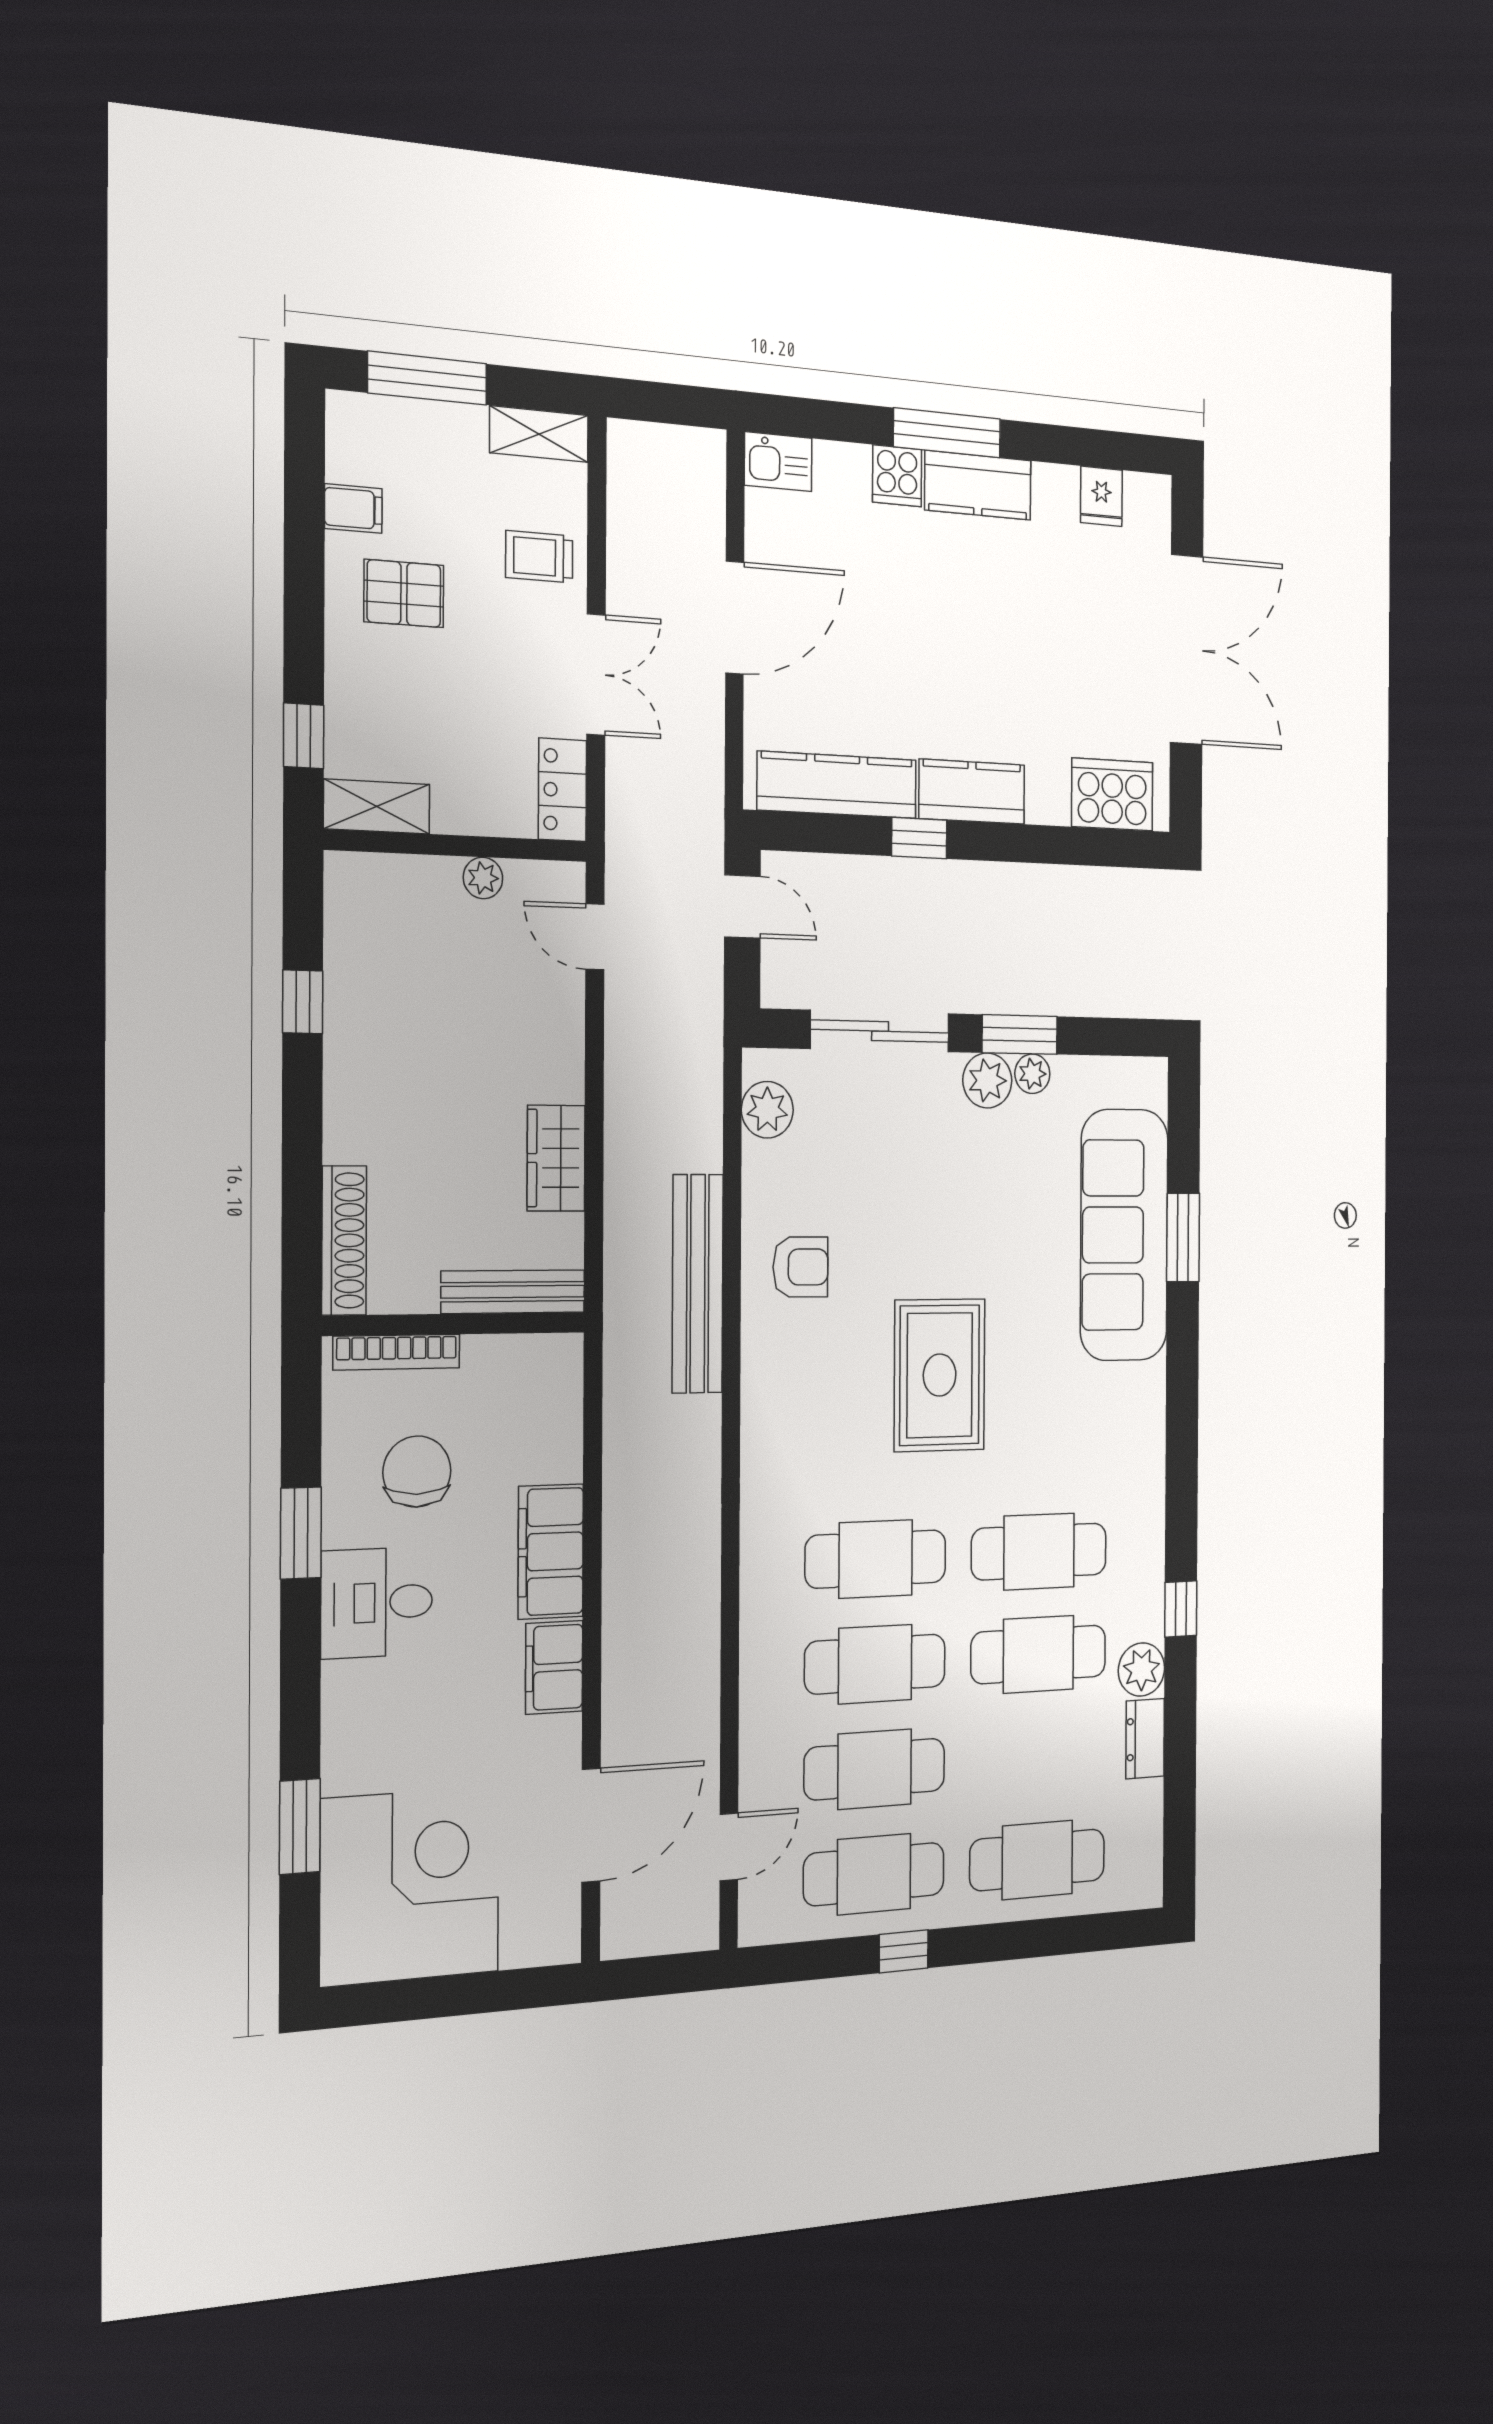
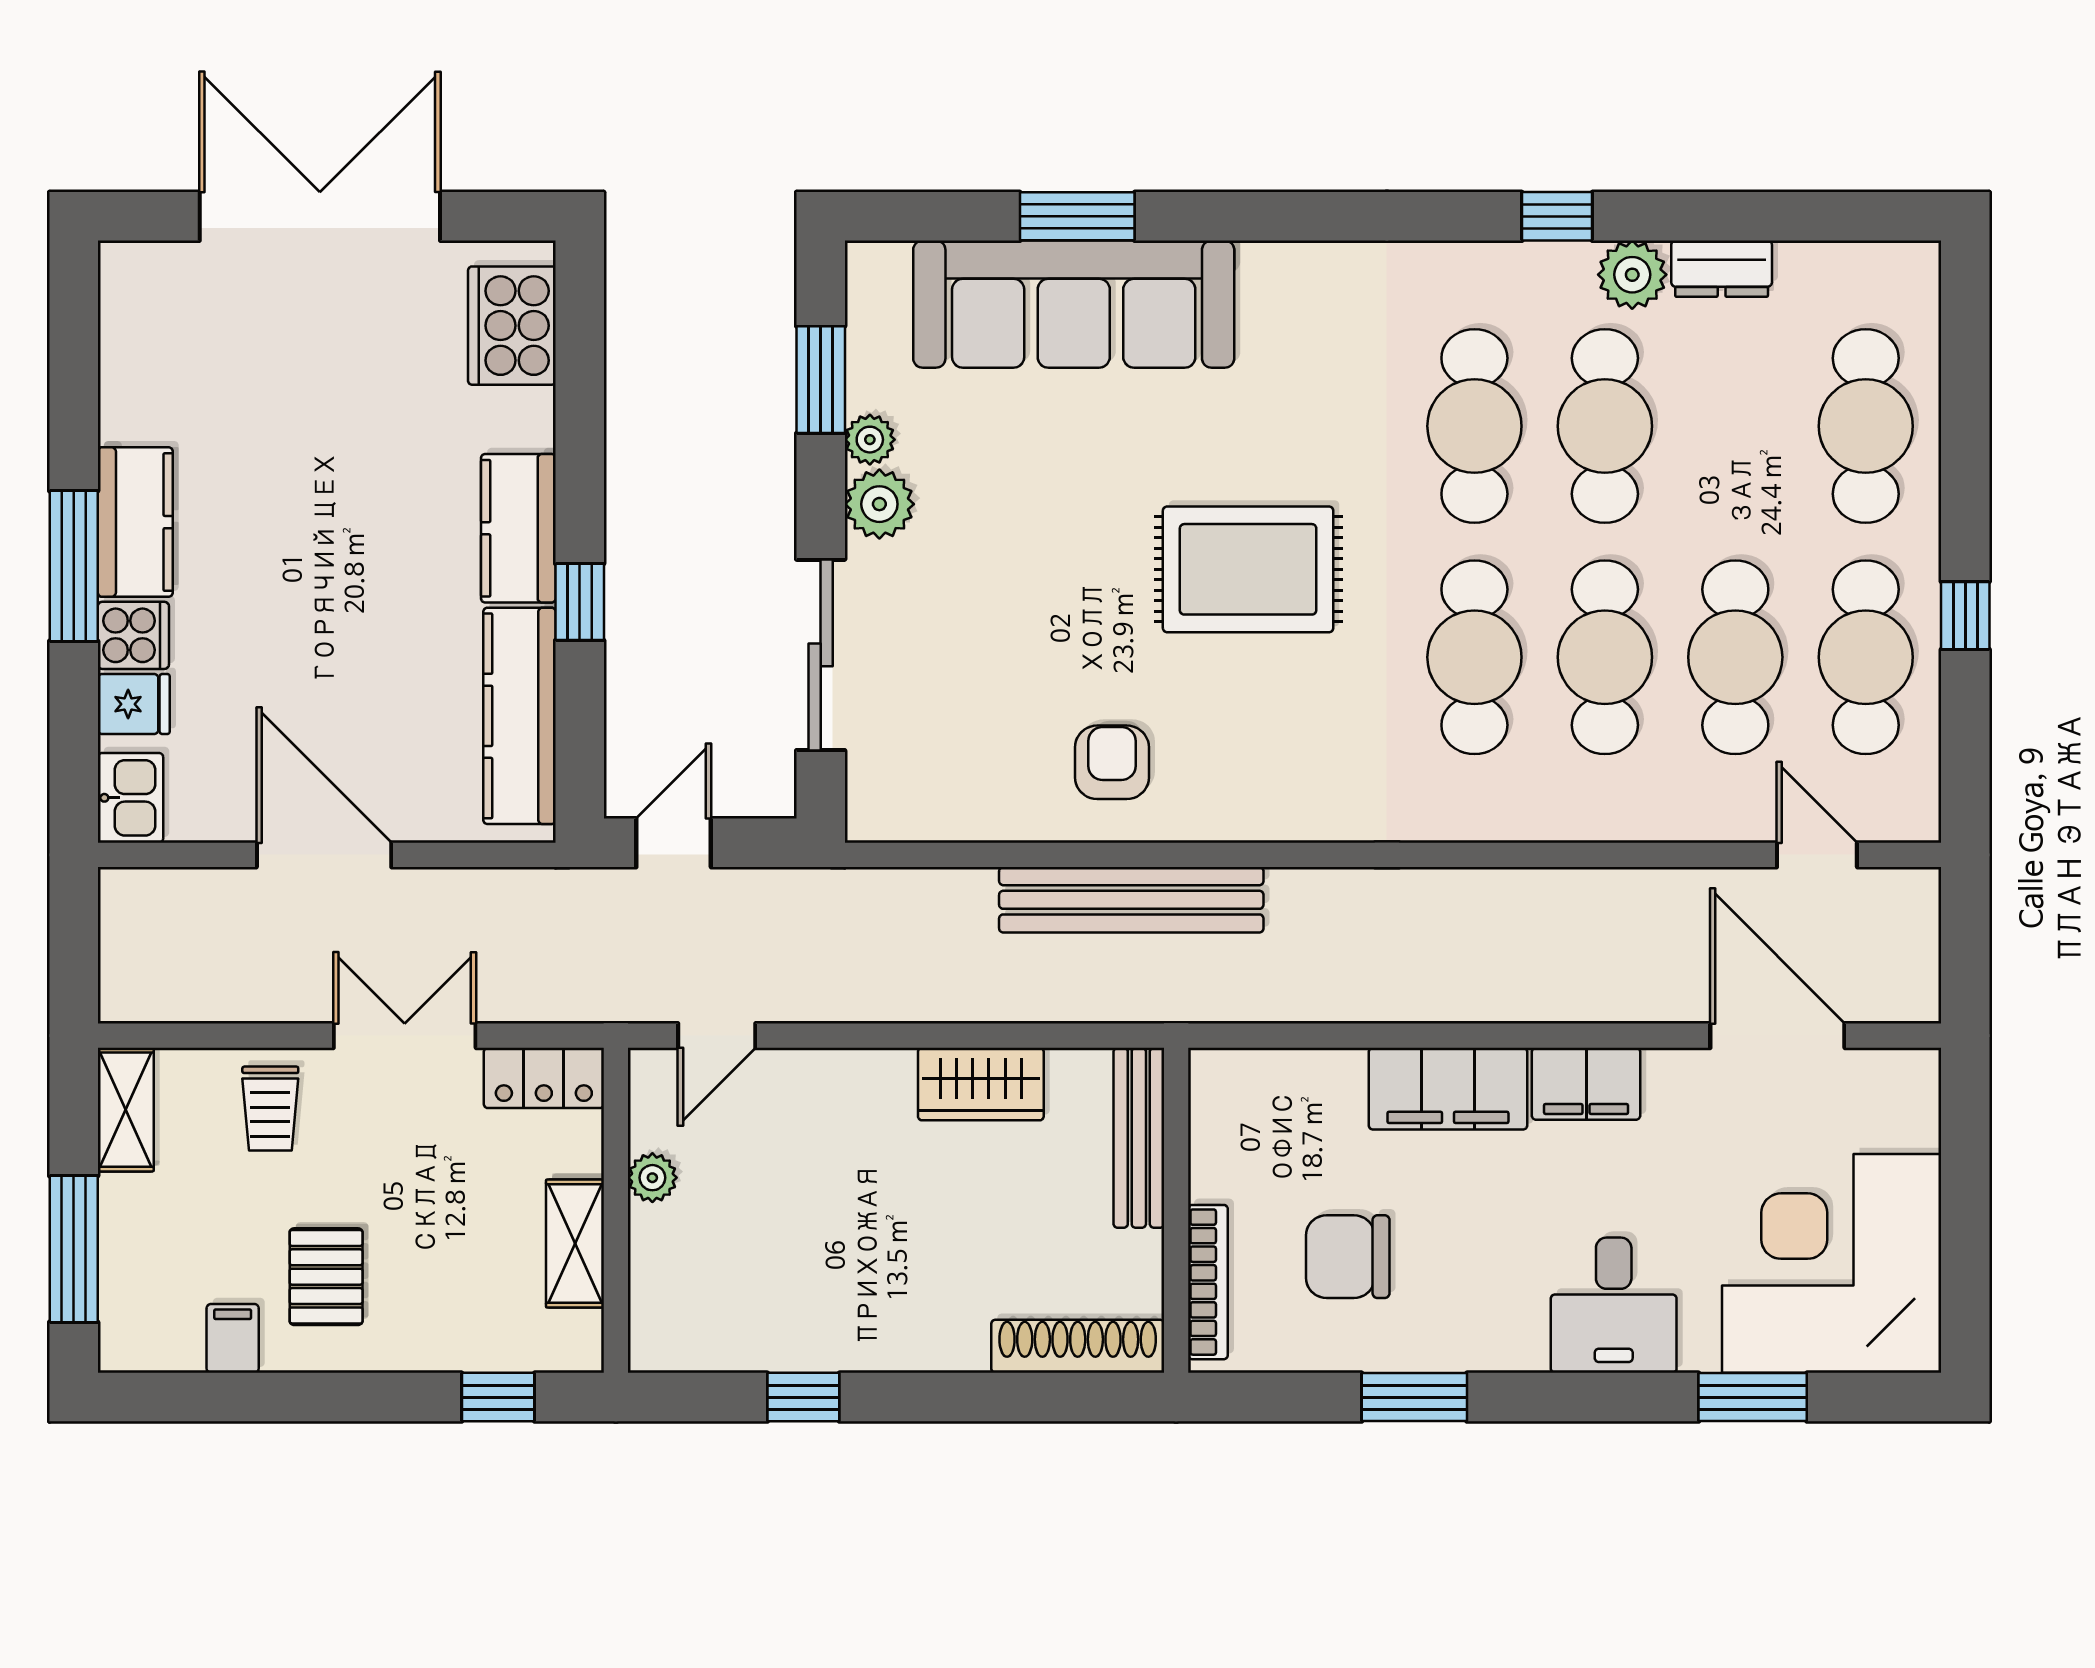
fridge: (1101, 496) -> (134, 704), moved
shelving: (377, 807) -> (575, 1244), moved
window: (1020, 1034) -> (821, 380), moved
plant: (767, 1110) -> (920, 808), removed
desk: (377, 1603) -> (1614, 1305), moved

